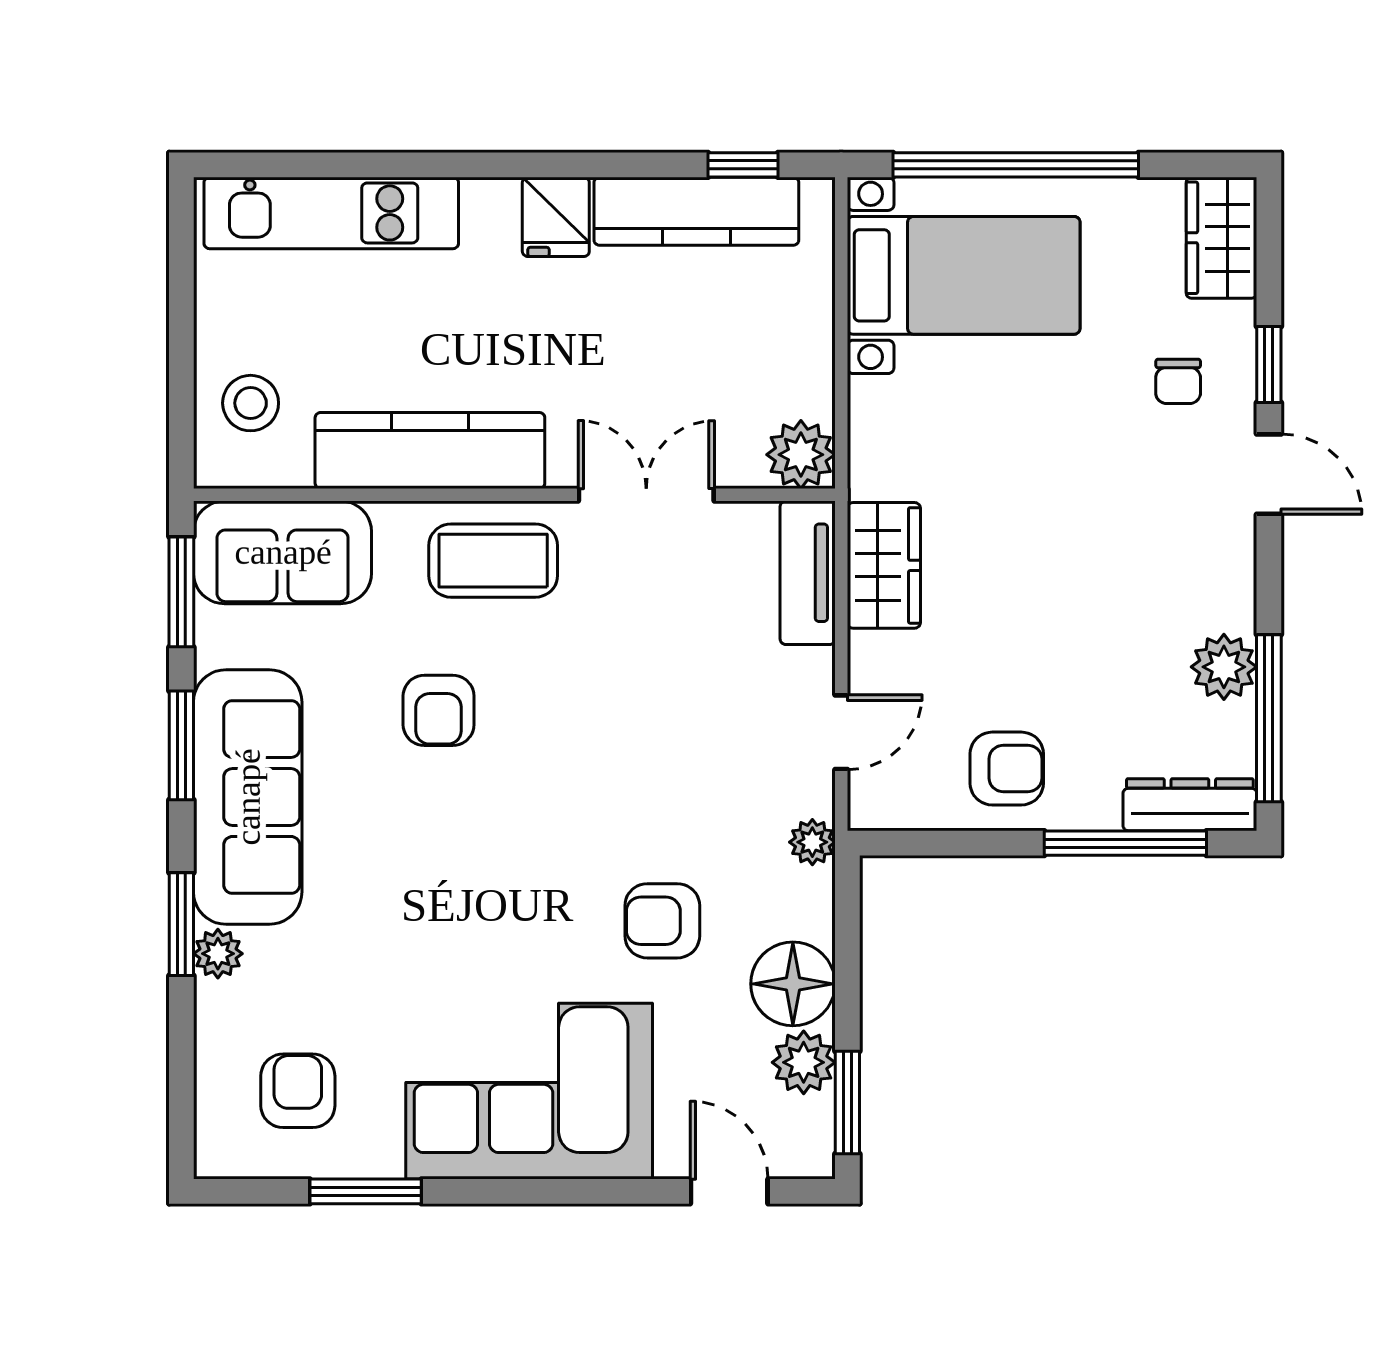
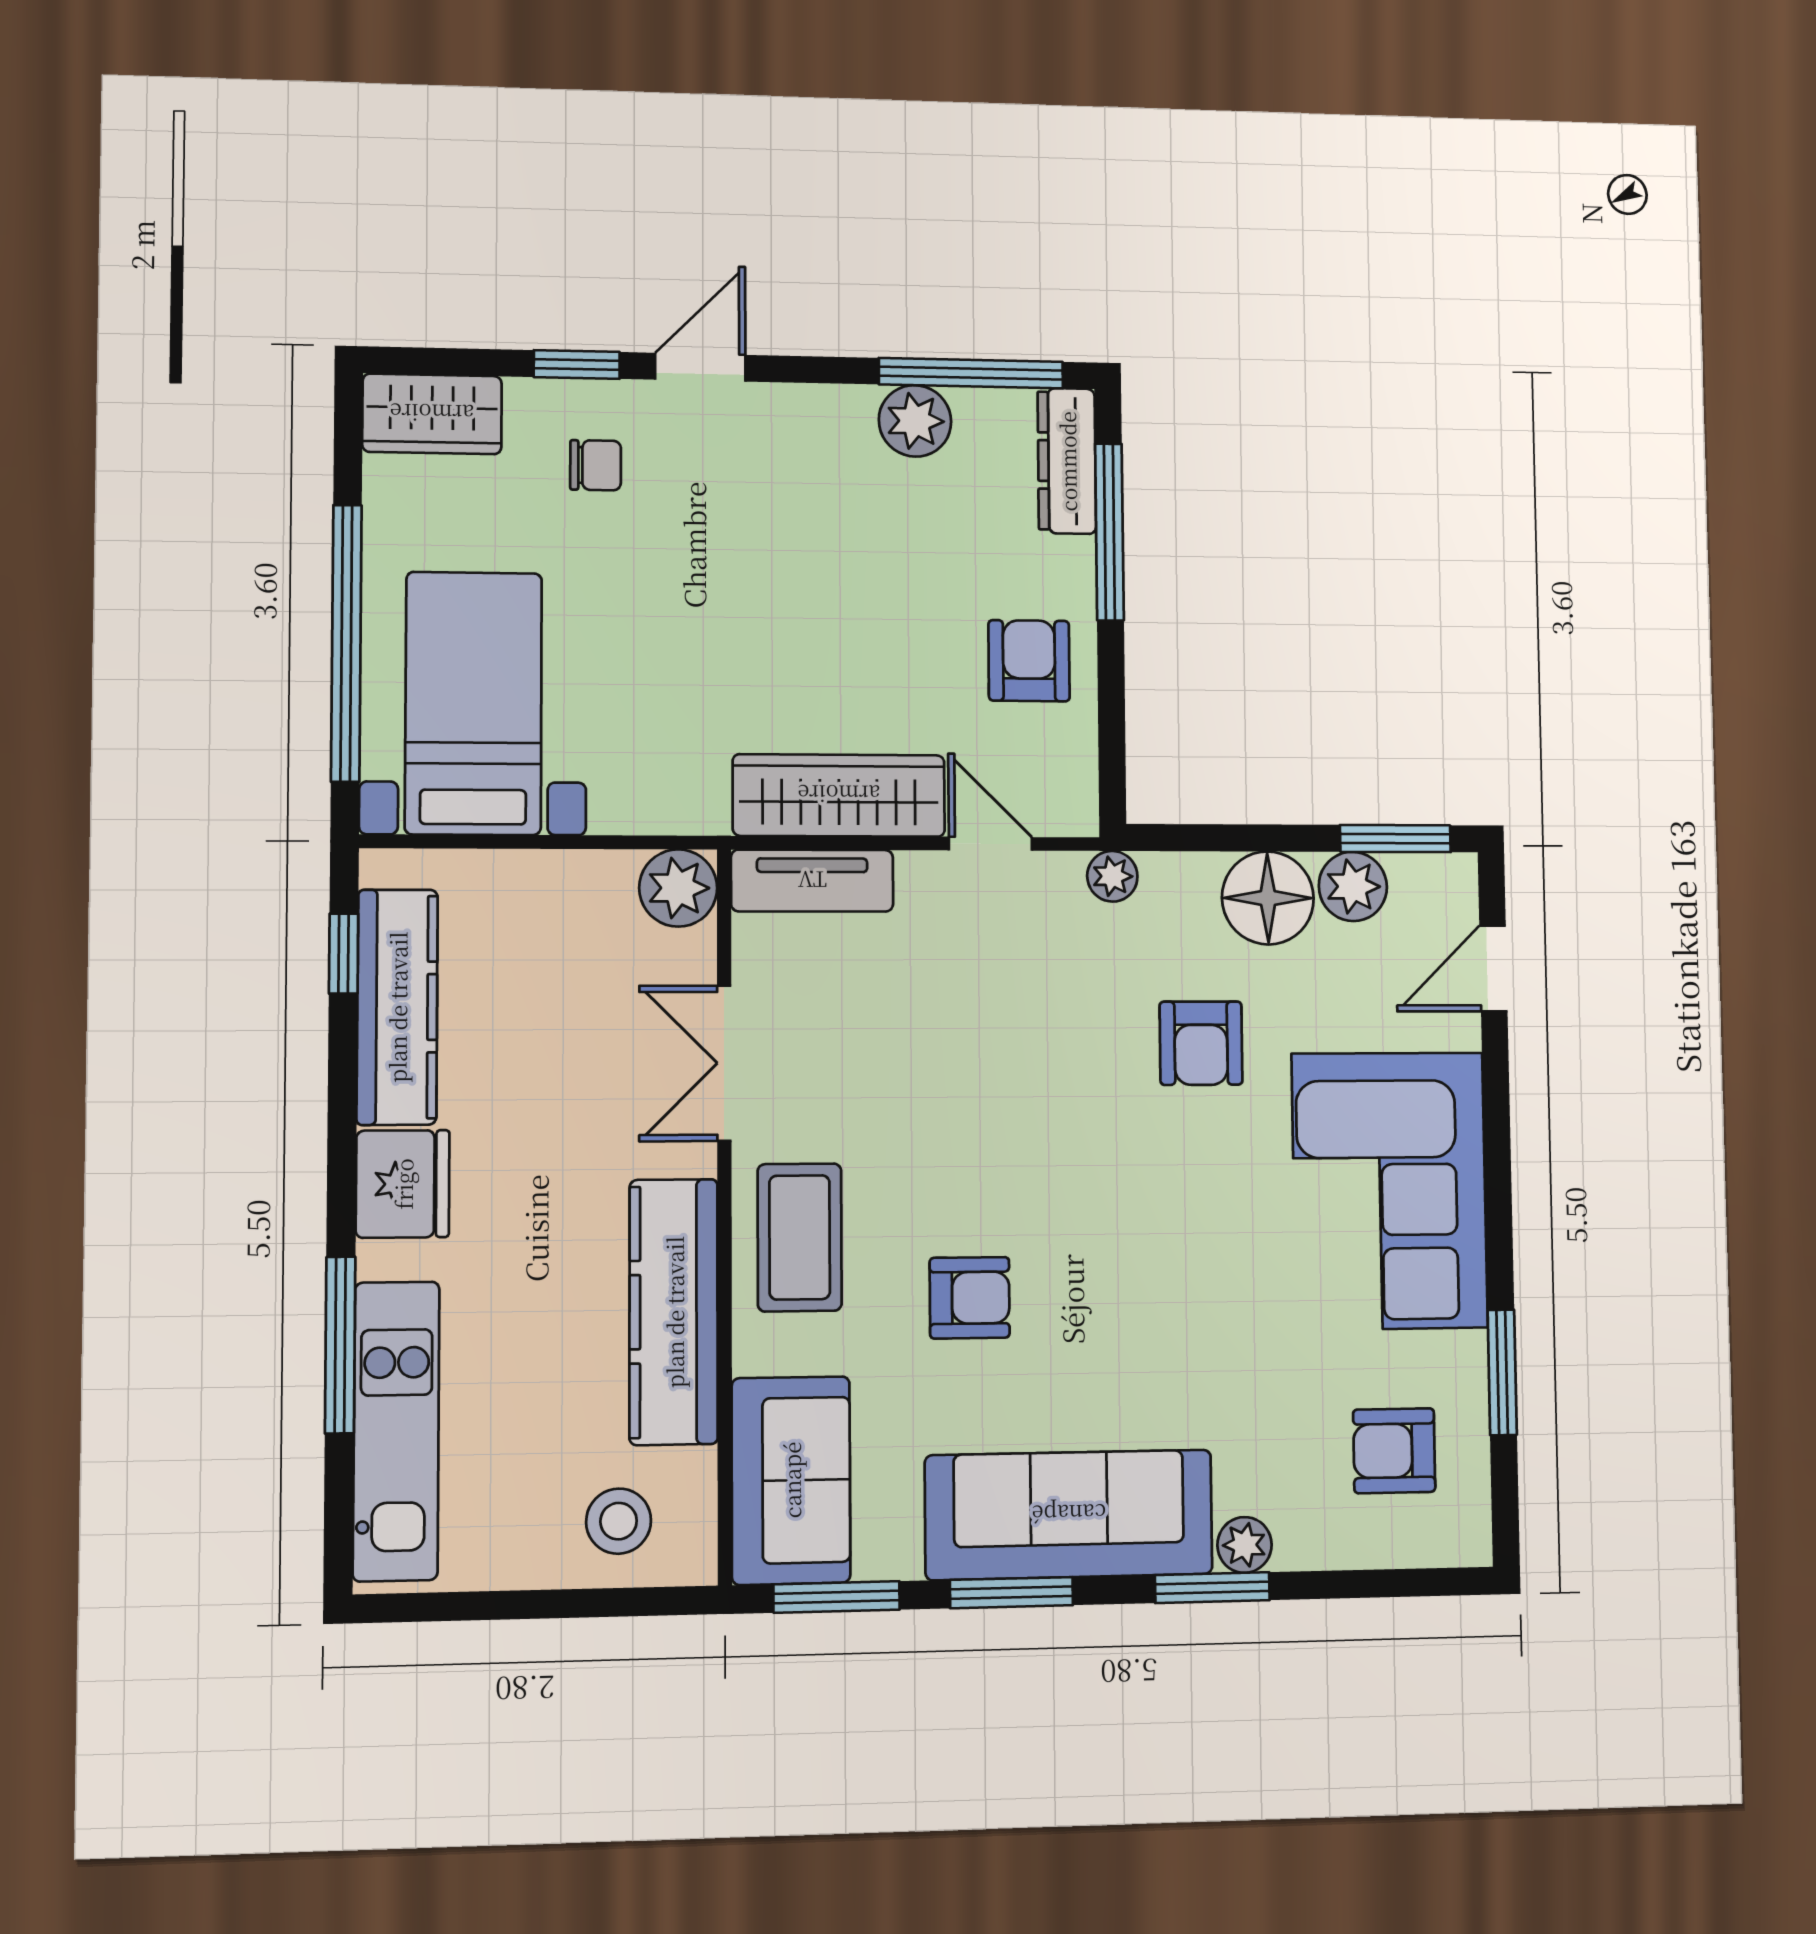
window: (405, 165) -> (340, 1345), added
fridge: (556, 217) -> (403, 1184), width x1.38
wardrobe: (884, 565) -> (839, 795), width x1.50

